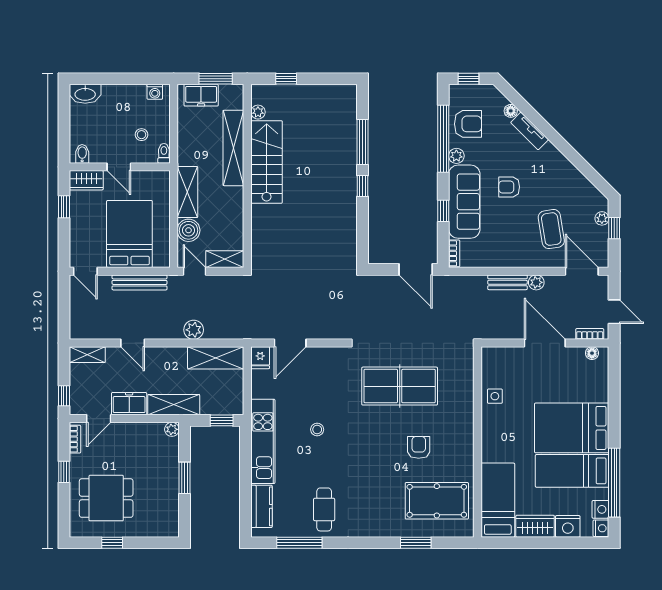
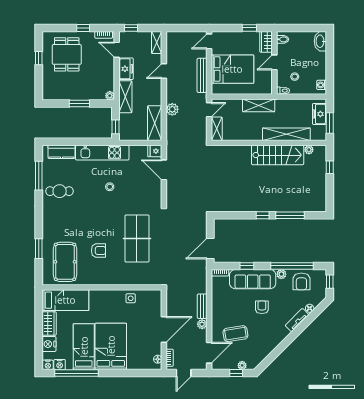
boiler: (188, 230) -> (235, 106), removed

